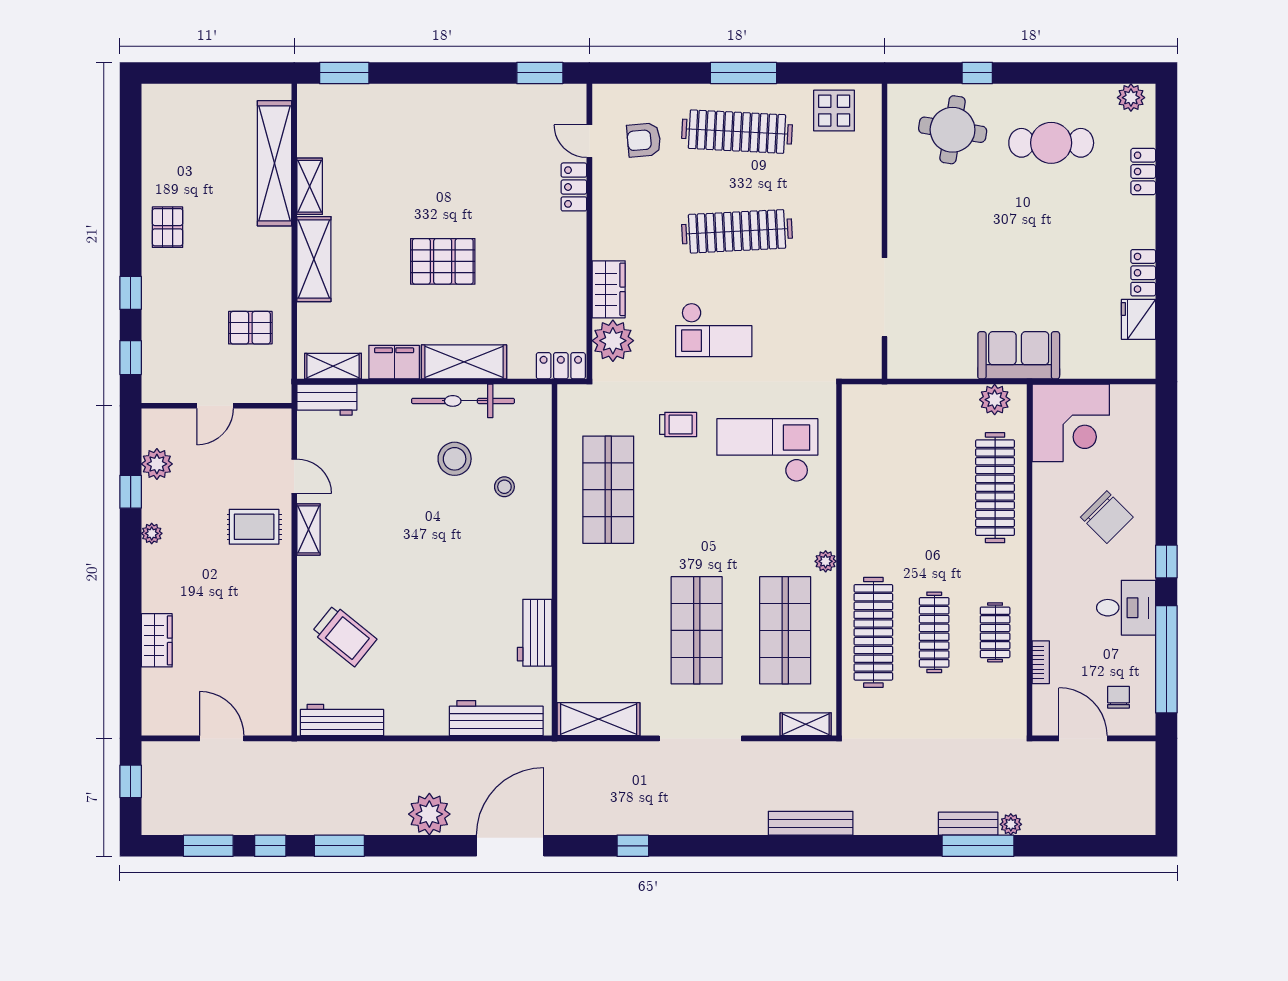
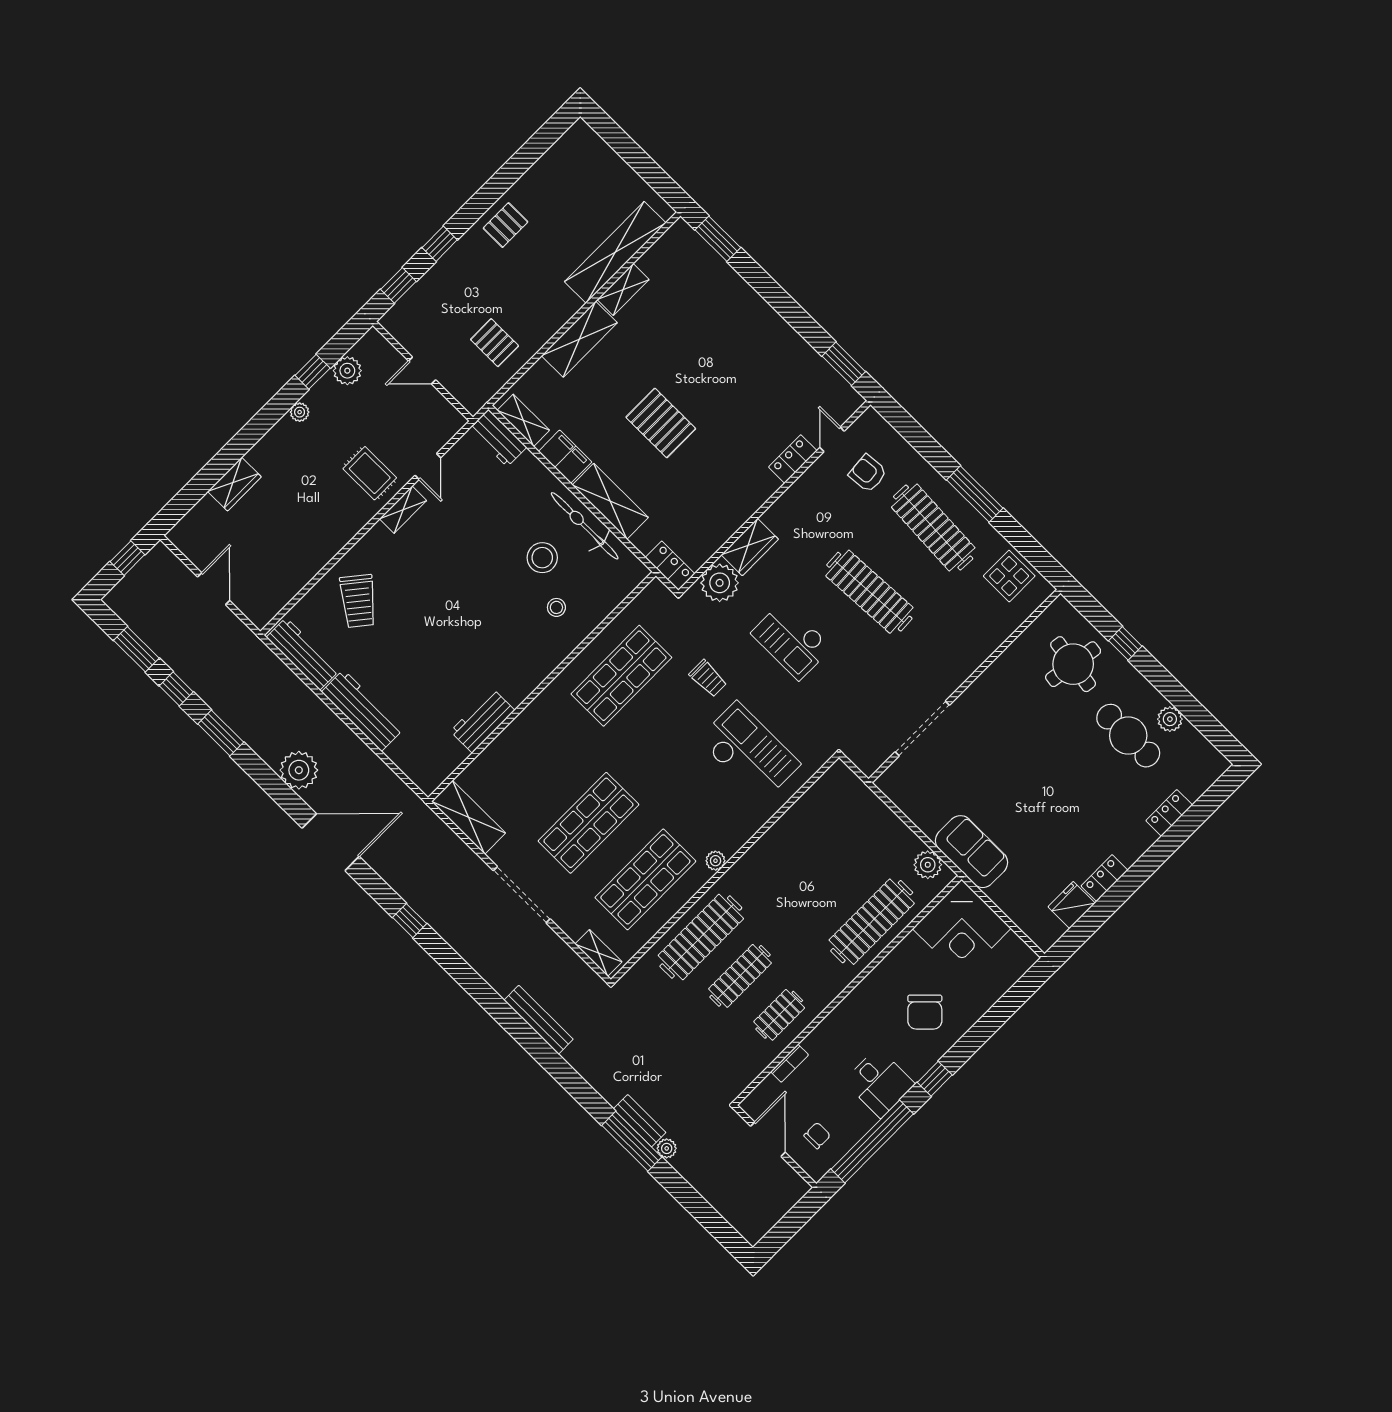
plant: (1131, 98) -> (1170, 719), moved
workbench: (496, 718) -> (362, 711), moved

